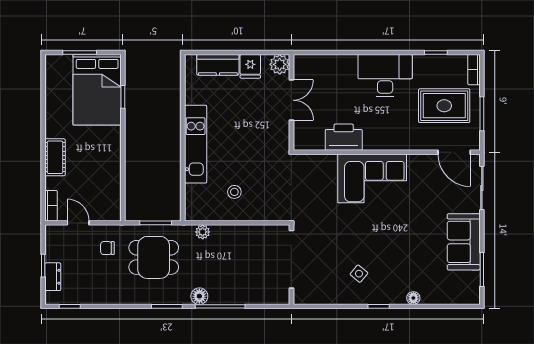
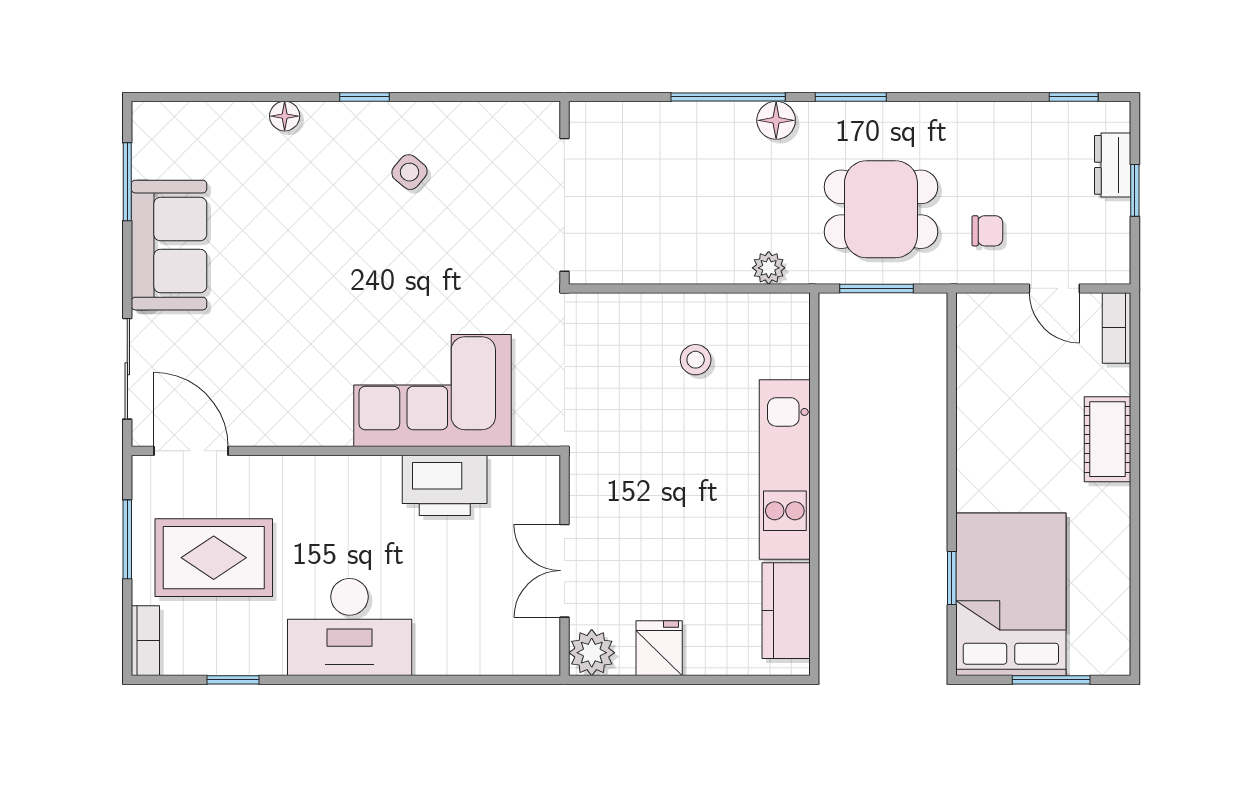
kitchen counter: (218, 65) -> (786, 611), moved, turned -90
corner sofa: (372, 178) -> (432, 391), moved

